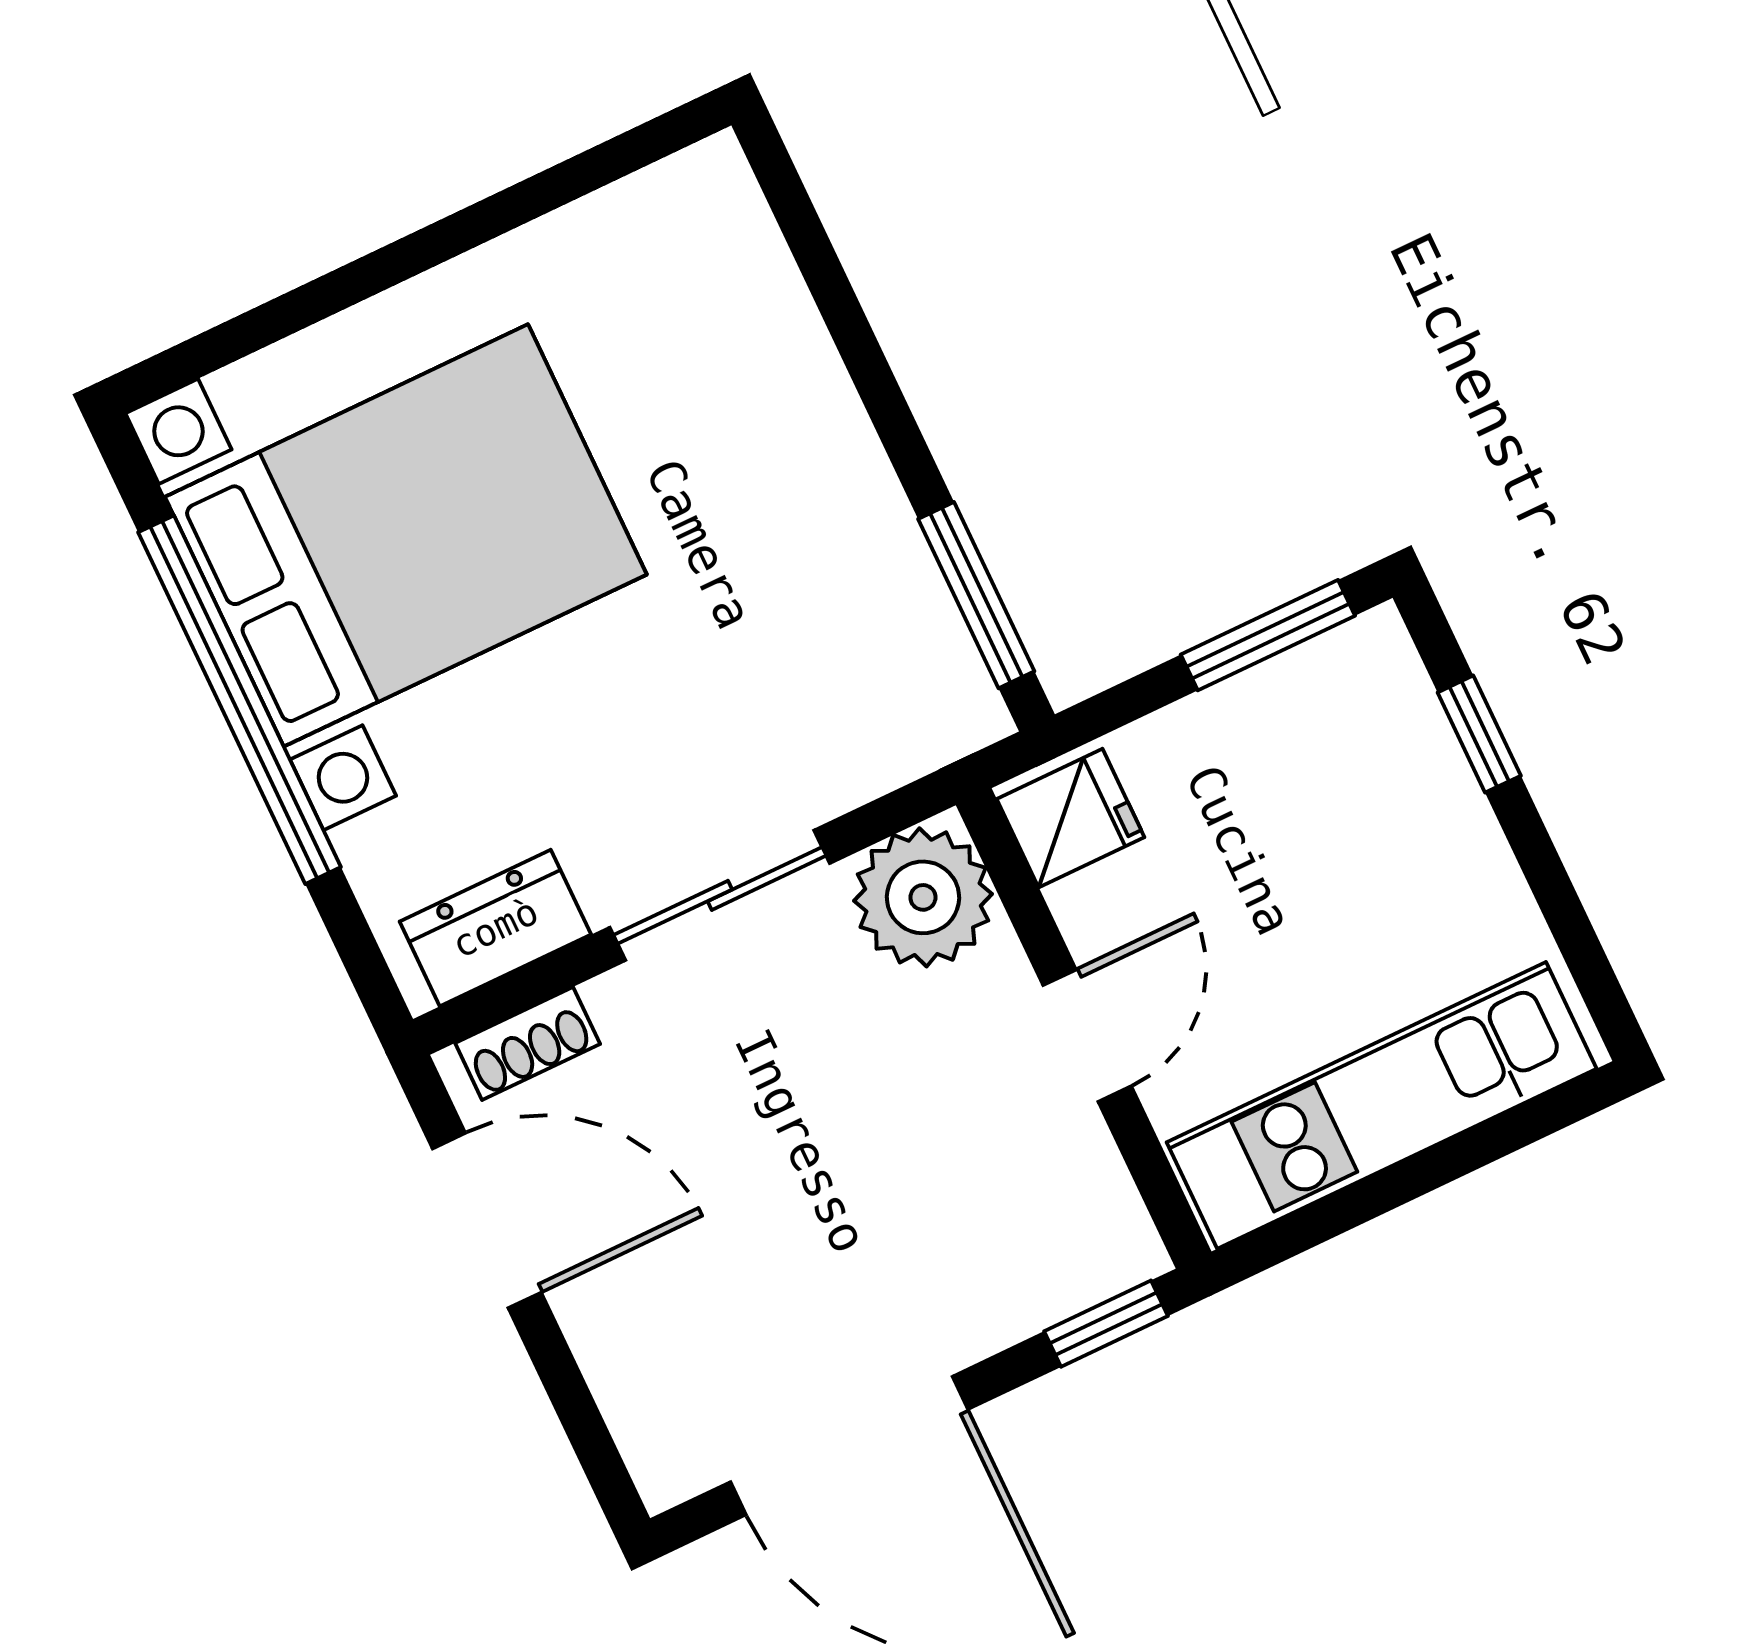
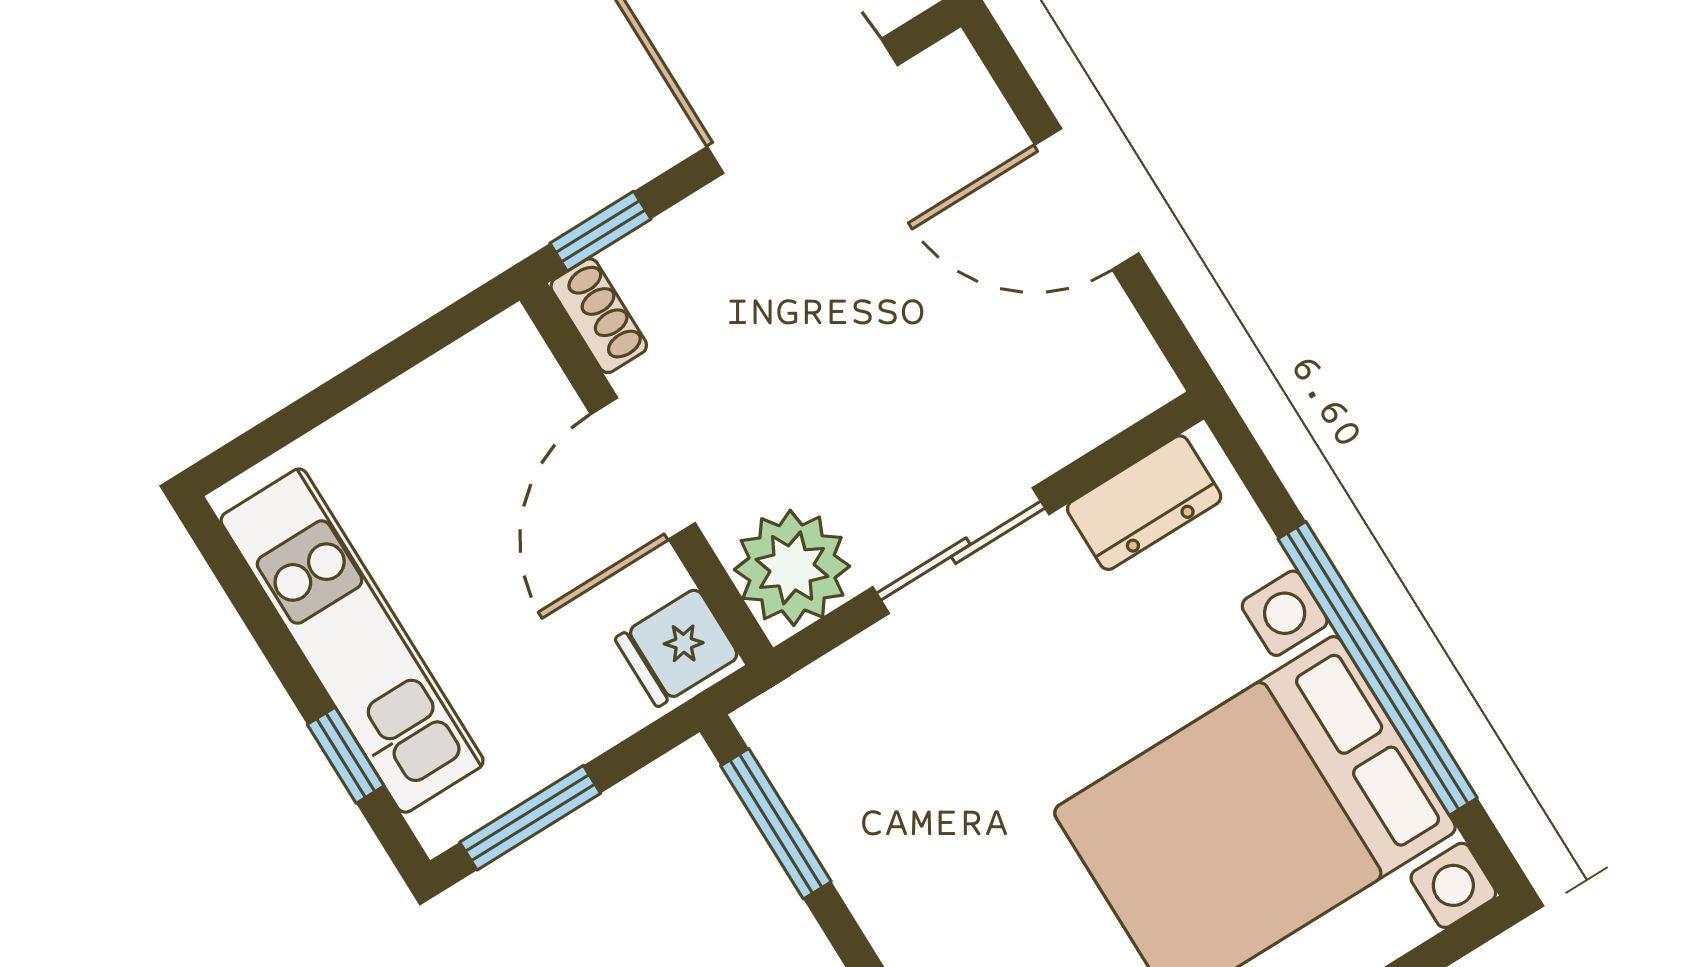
door: (1087, 1036) -> (643, 469), width x1.38
shoe rack: (528, 1044) -> (599, 316), moved, turned 90
kitchen unit: (1382, 1105) -> (352, 641), moved, turned -90
door: (487, 1220) -> (1087, 199), moved

